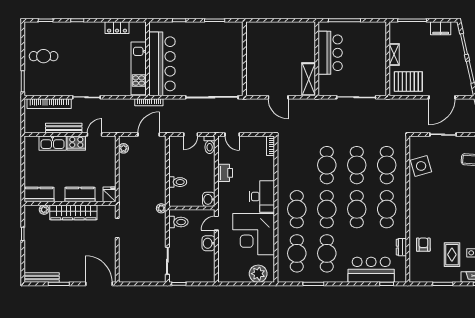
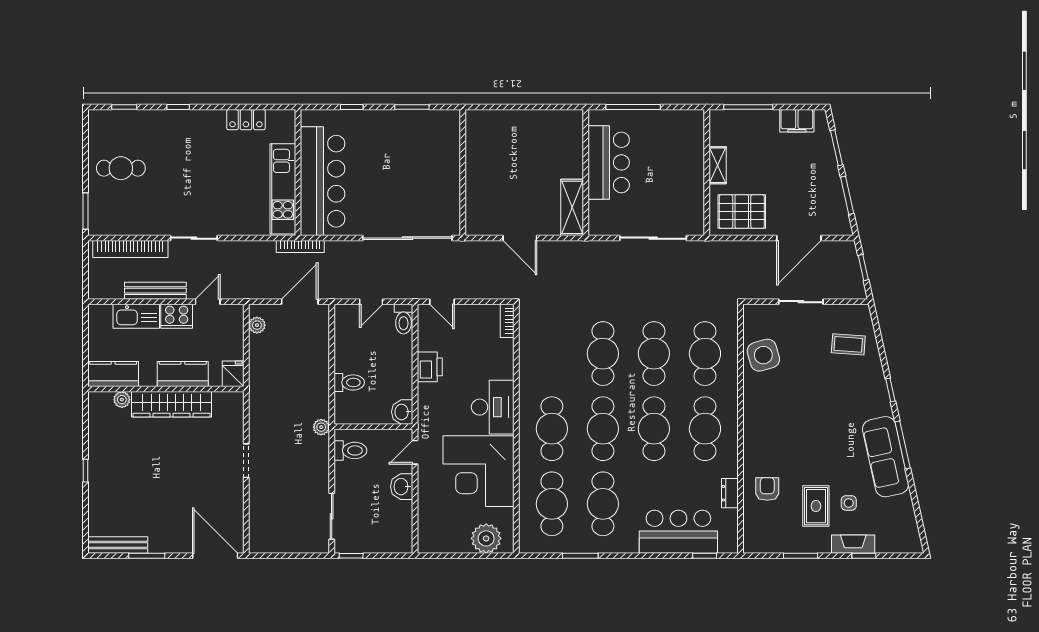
fridge: (109, 194) -> (233, 374), moved
kitchen counter: (39, 195) -> (113, 374), moved
kitchen counter: (80, 195) -> (183, 374), moved
wall: (70, 203) -> (166, 389), moved
plant: (44, 210) -> (122, 400), moved
wardrobe: (73, 212) -> (172, 404), moved

